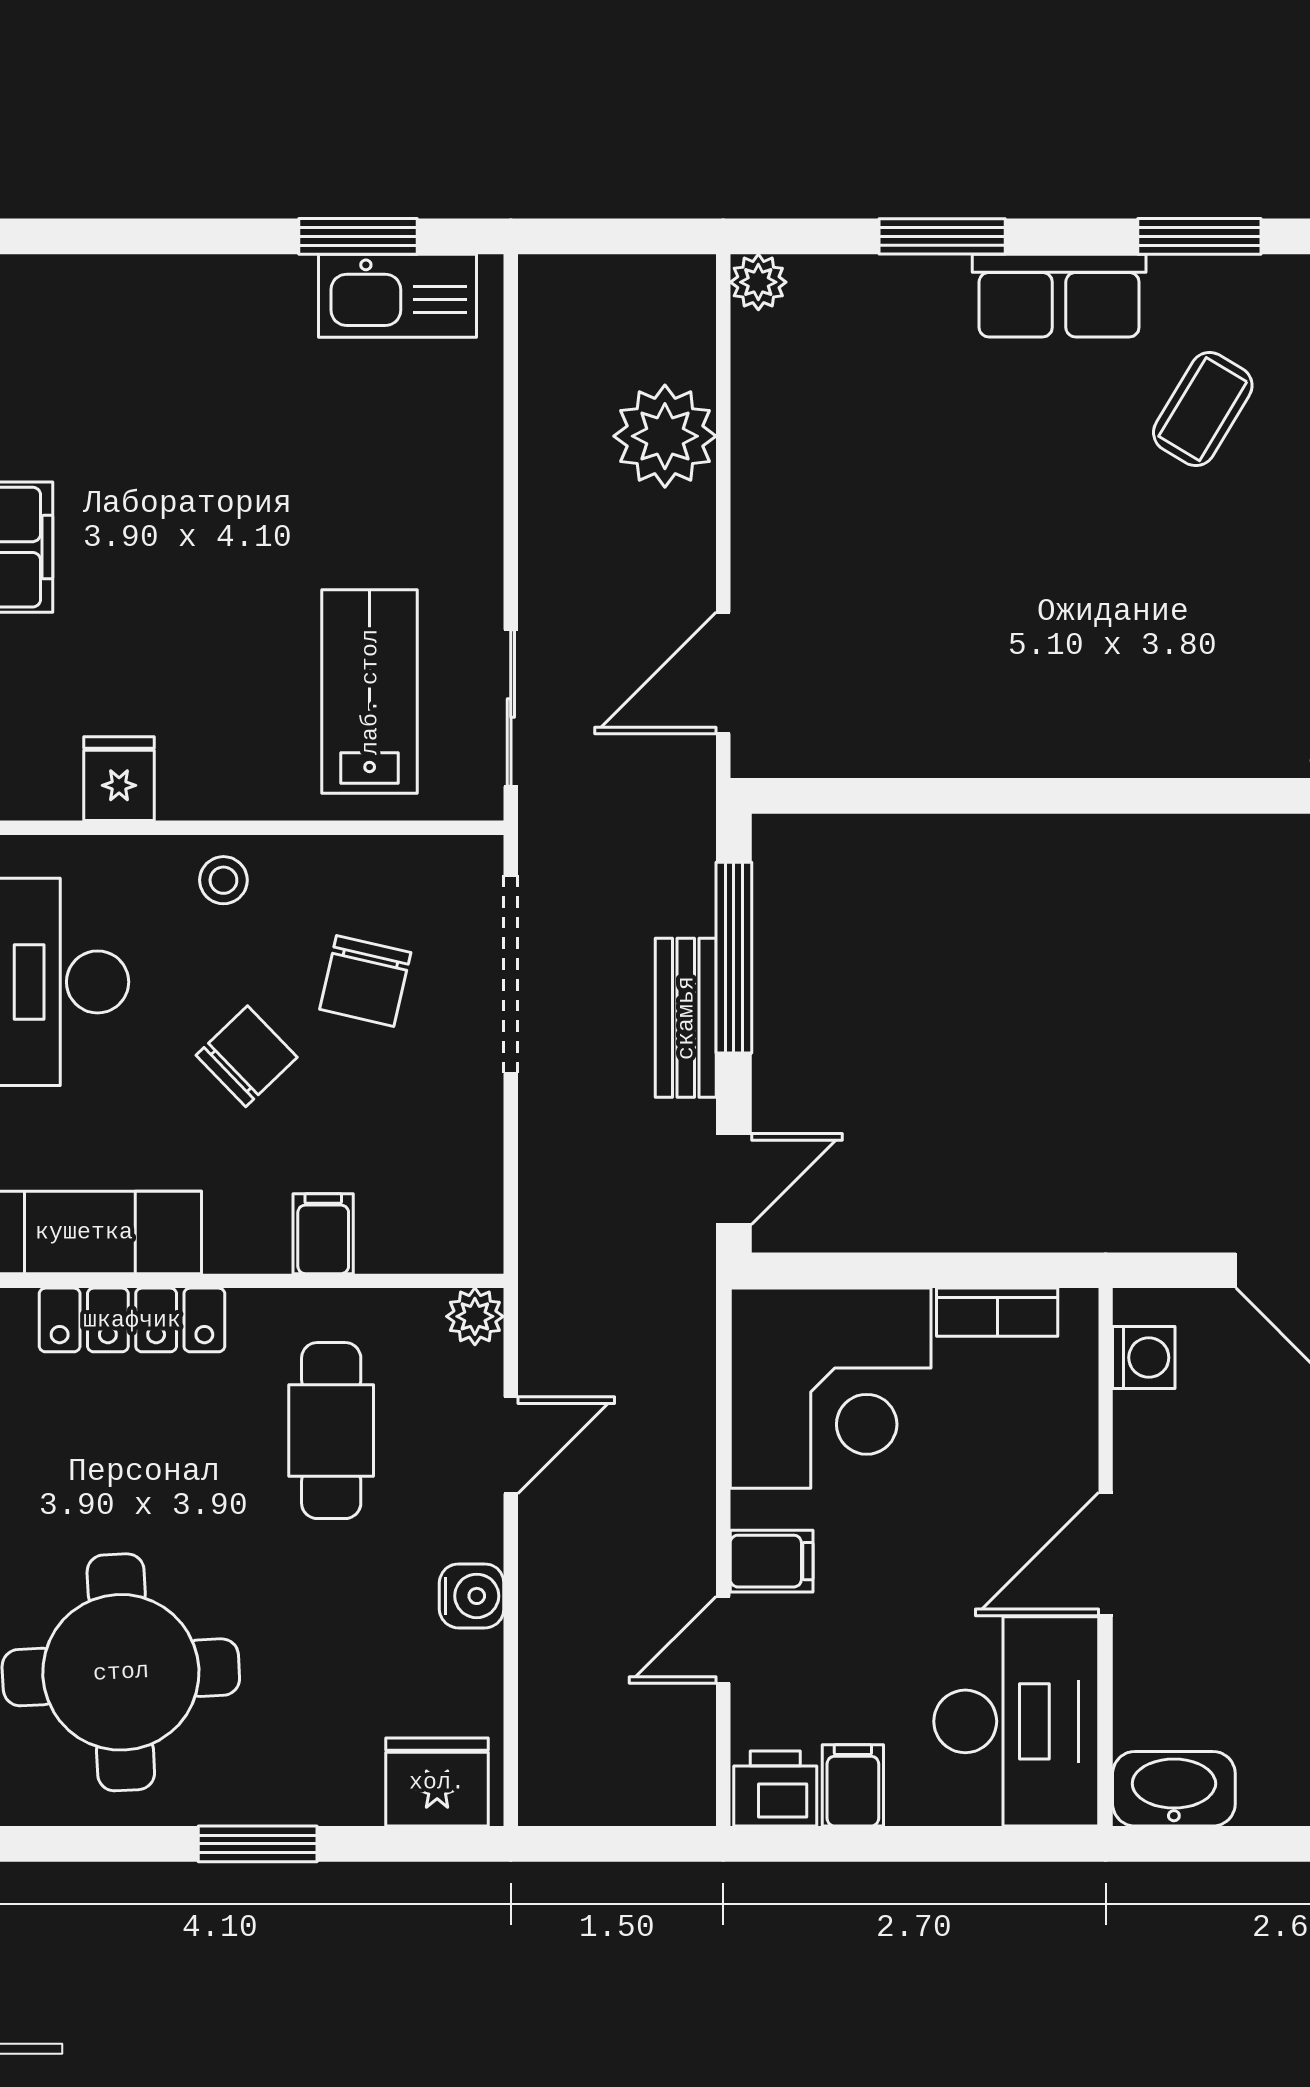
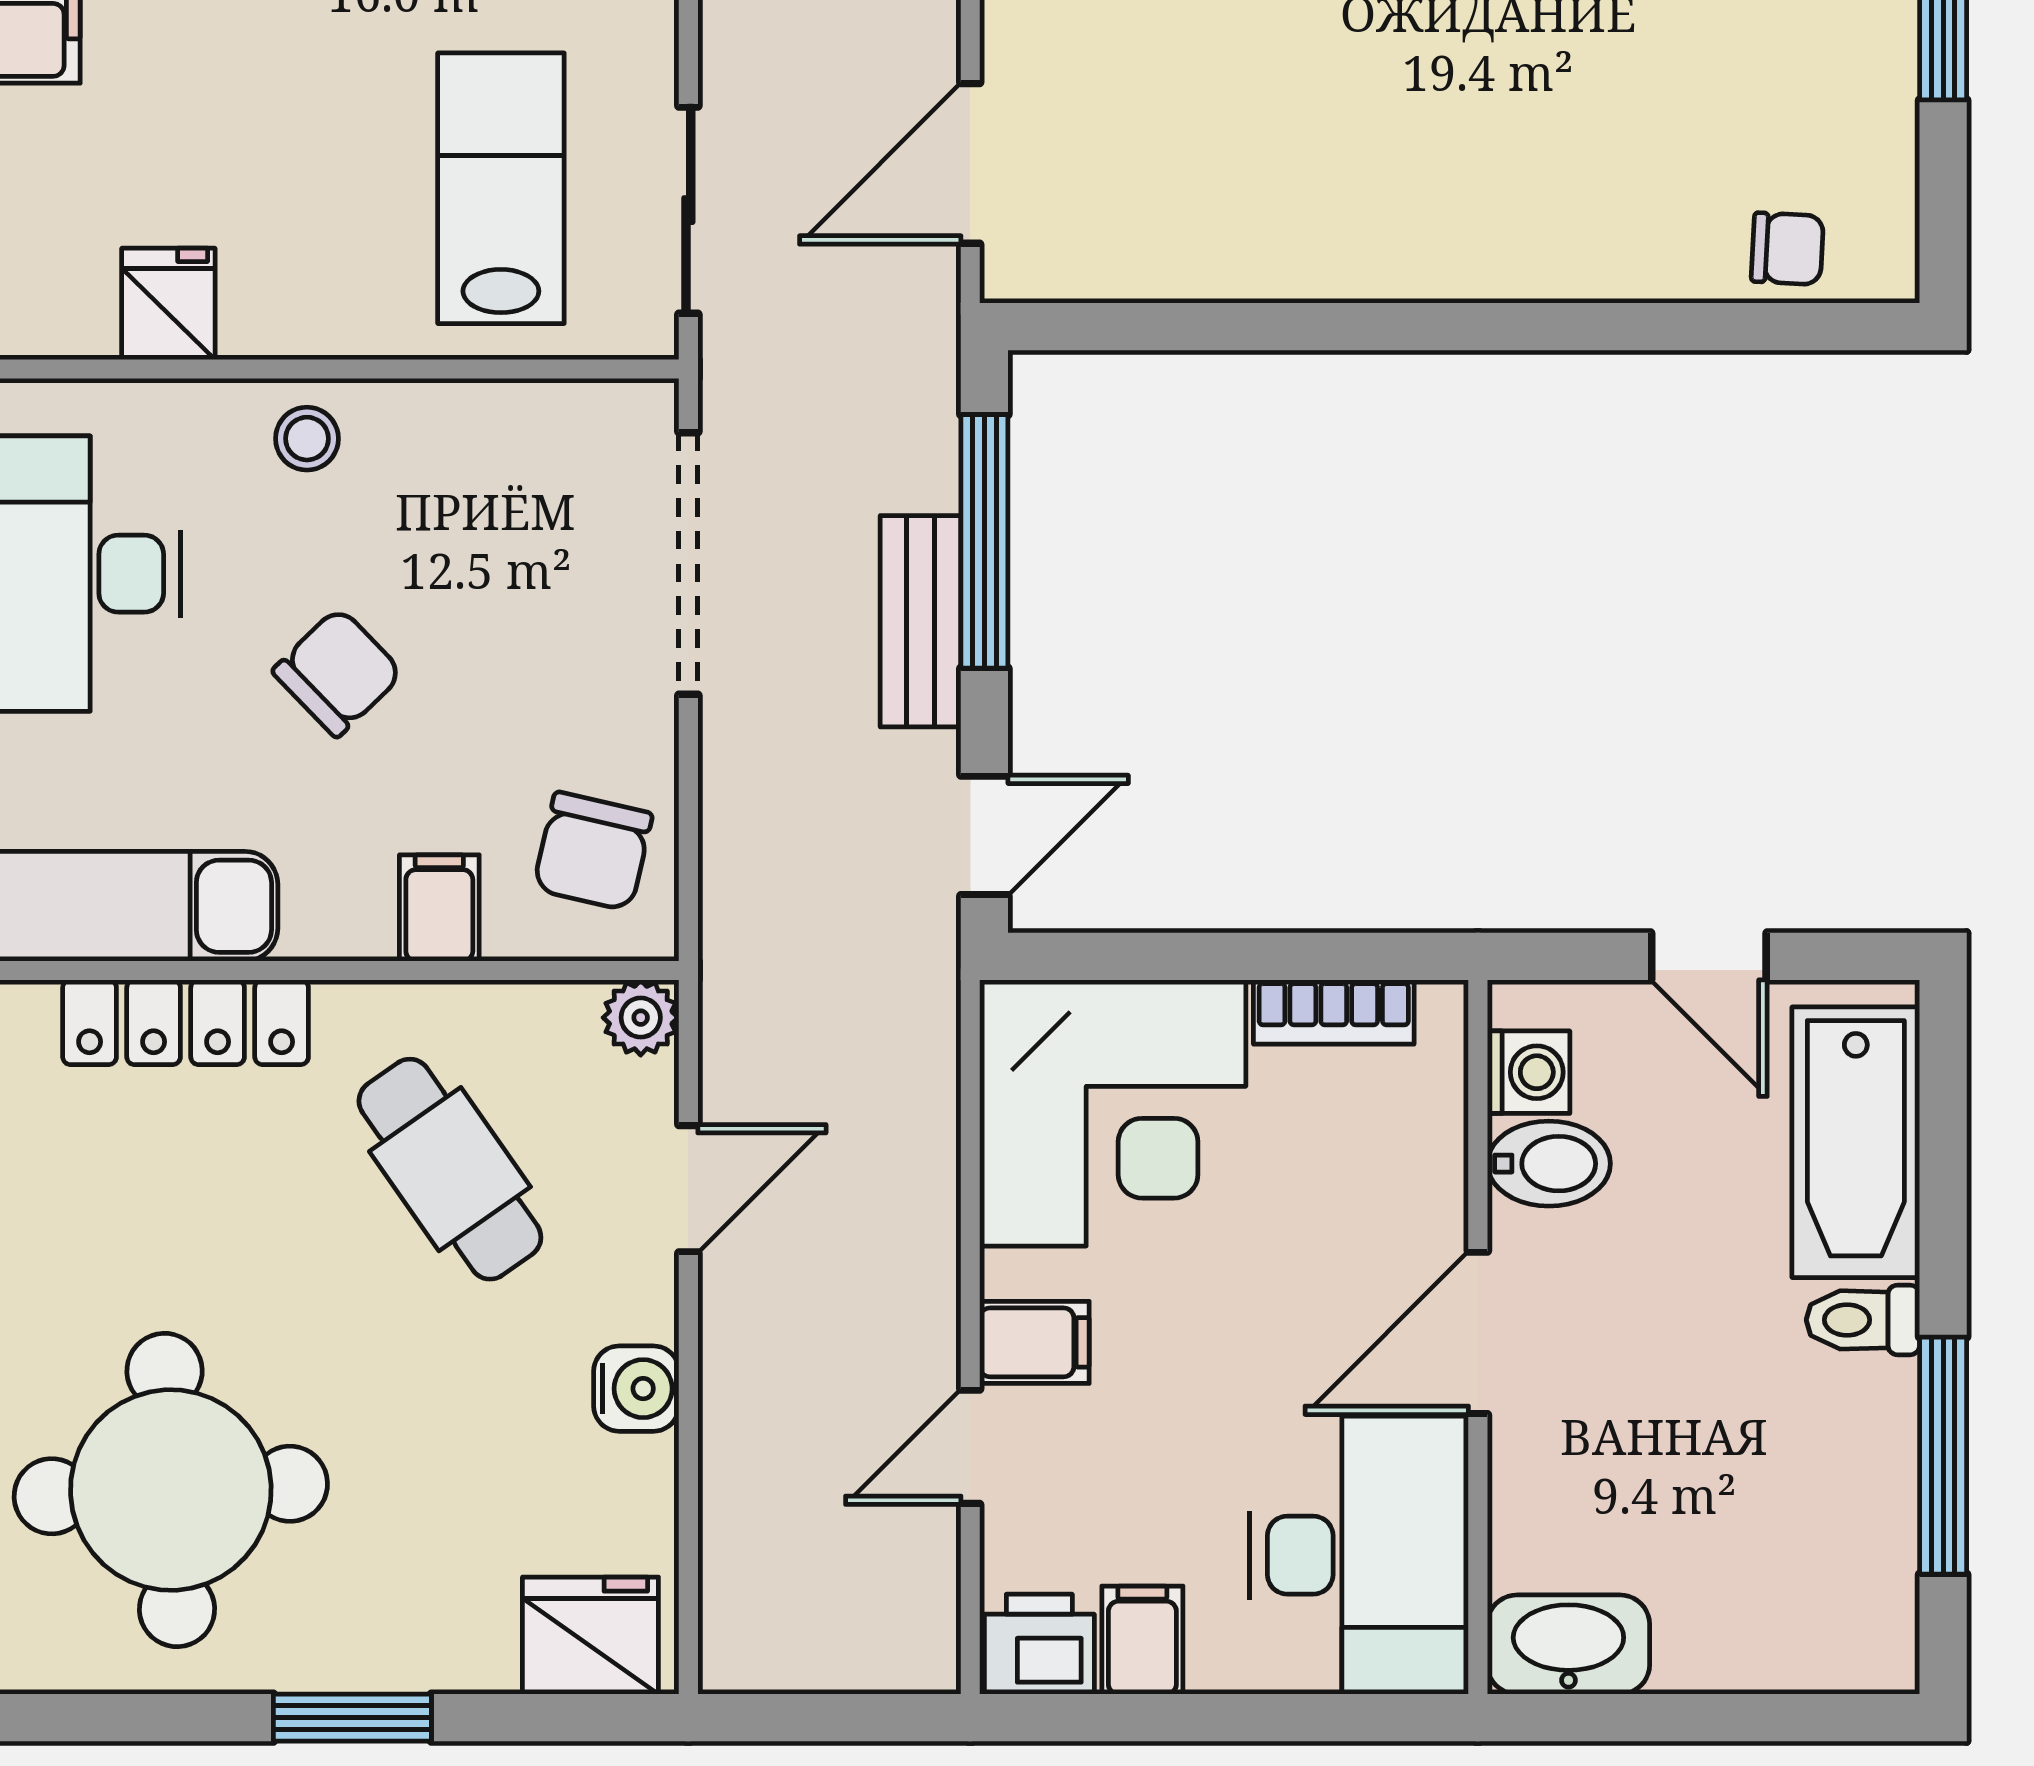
chair: (365, 981) -> (593, 851), moved
bidet: (1159, 1426) -> (1549, 1164), added
cafe table: (331, 1431) -> (450, 1169), turned -35

